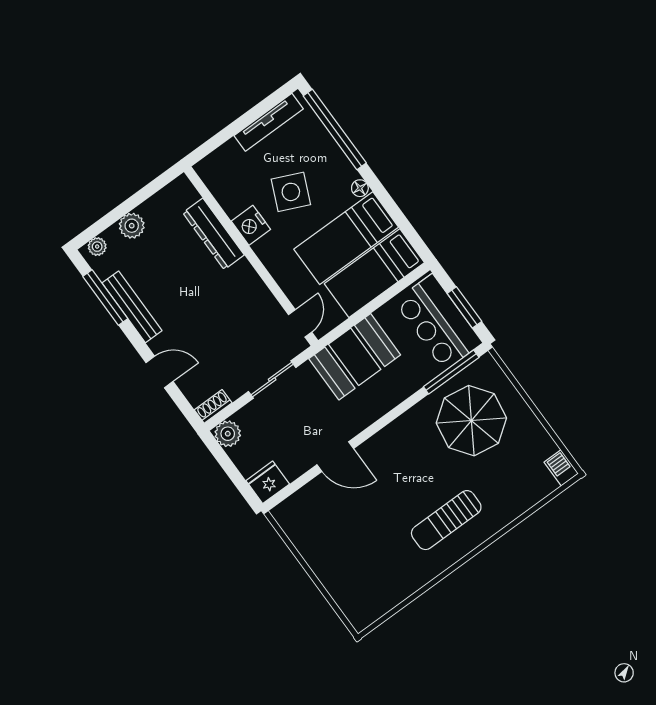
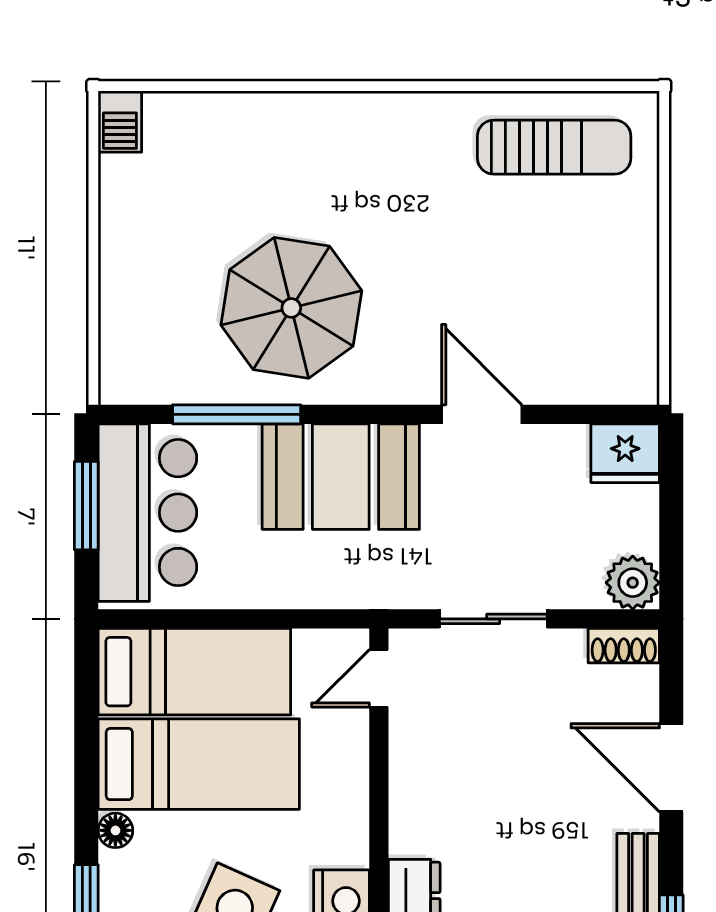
booth: (355, 357) -> (341, 477), moved
door: (160, 372) -> (671, 768), width x1.38
window: (451, 372) -> (237, 414), moved
parasol: (471, 421) -> (291, 308), moved
sun lounger: (446, 520) -> (554, 147), moved

